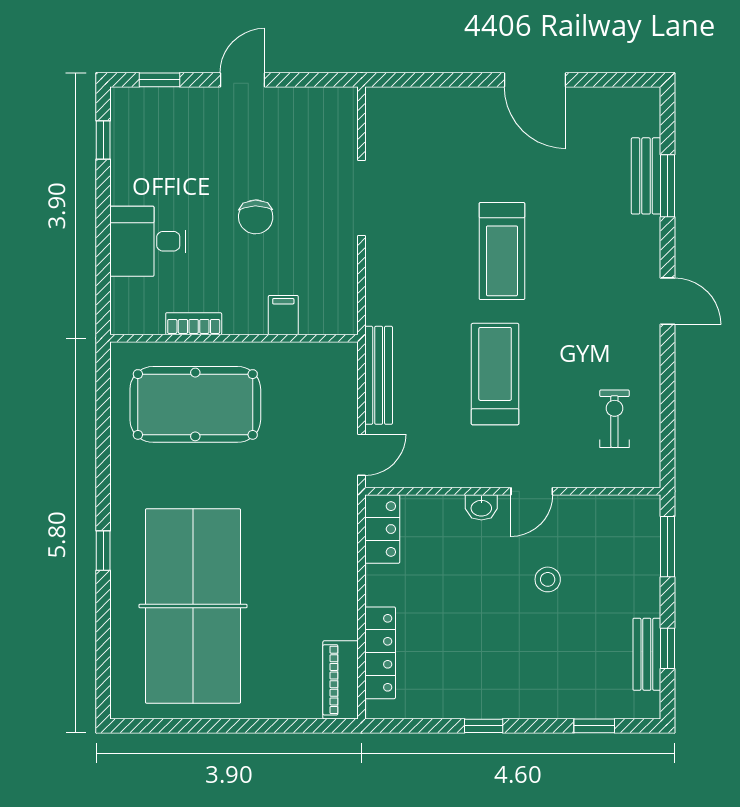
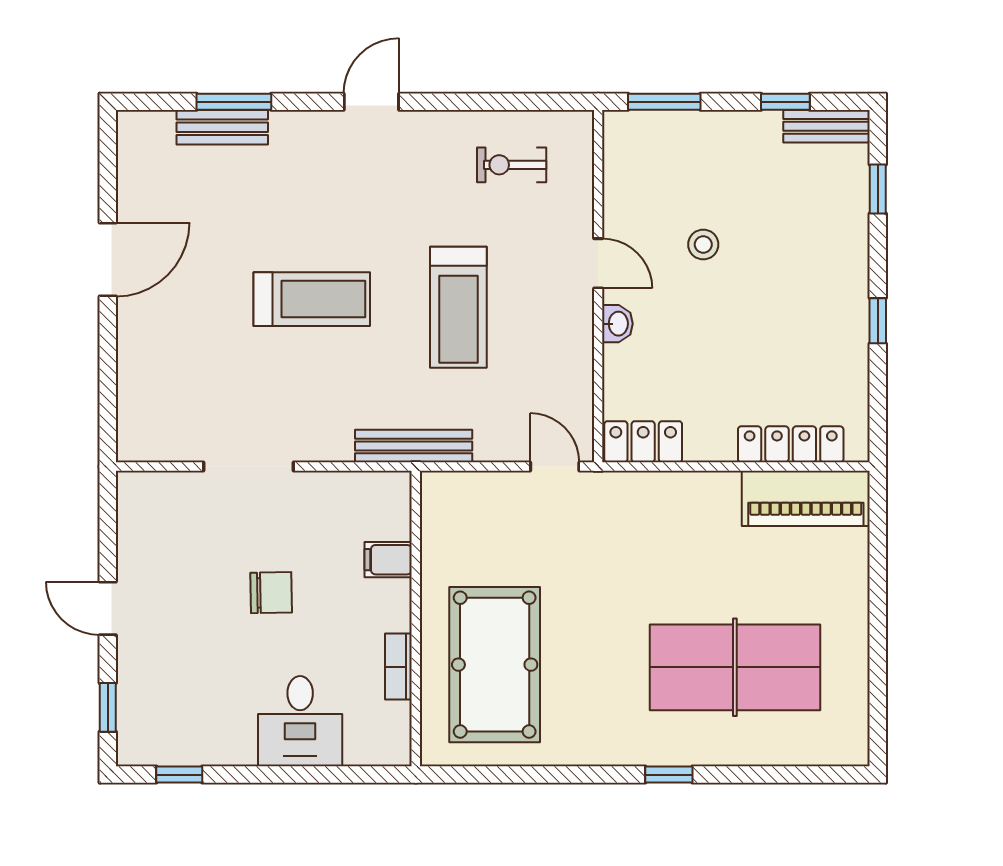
treadmill: (495, 374) -> (458, 307), turned -90
bench: (379, 375) -> (414, 446), moved
table tennis table: (193, 606) -> (735, 667), width x0.73, depth x0.76
bench: (647, 654) -> (827, 126), moved
piano: (341, 680) -> (806, 498), width x1.37, depth x1.33

